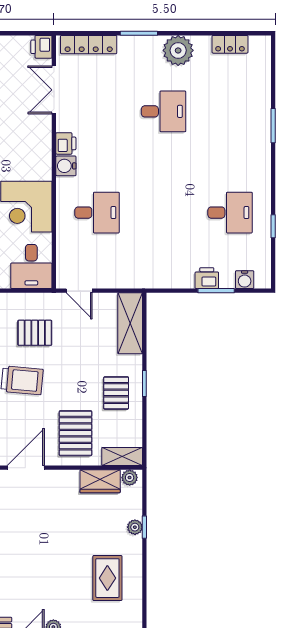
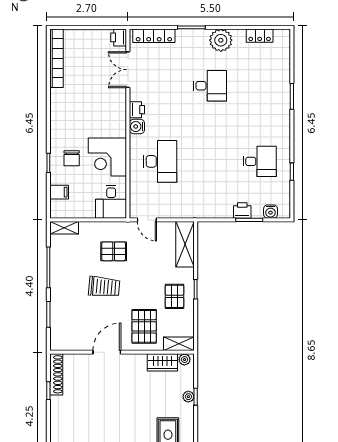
desk: (97, 213) -> (160, 161), width x1.37

